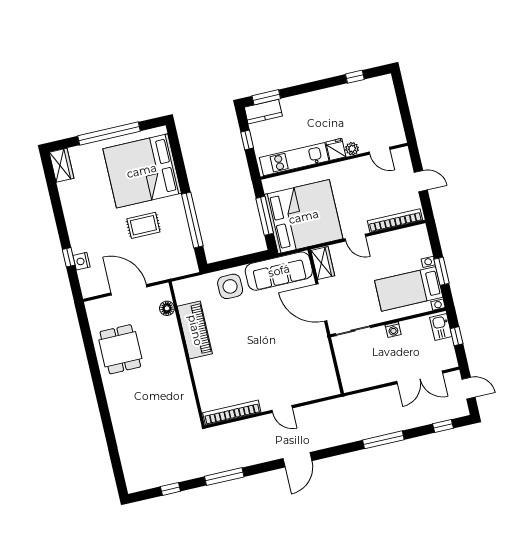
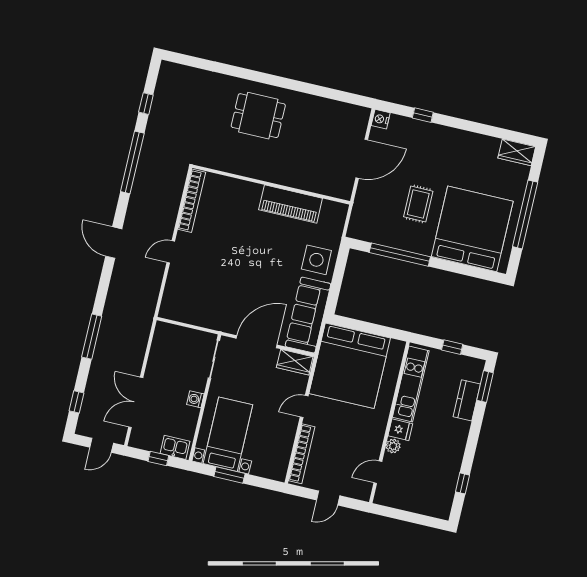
kitchen counter: (263, 112) -> (467, 400), moved
window: (265, 216) -> (369, 328), removed
nightstand: (82, 261) -> (381, 119), moved, turned -90
floor lamp: (167, 308) -> (325, 187), removed
dining table: (120, 349) -> (258, 116), moved
window: (224, 477) -> (132, 162), width x1.46

